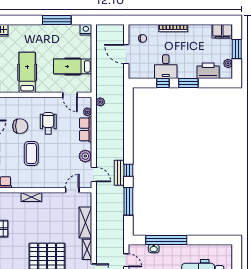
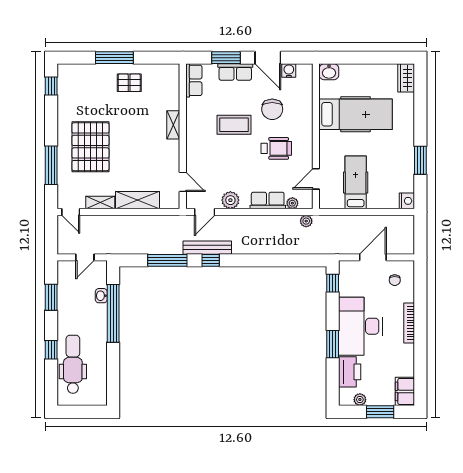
window: (57, 20) -> (420, 160), width x0.69
desk: (166, 67) -> (360, 326), width x1.87, depth x1.30
hospital bed: (27, 72) -> (356, 114), width x1.37, depth x1.29
window: (163, 83) -> (333, 283), moved
bench: (119, 173) -> (207, 248), width x1.36

